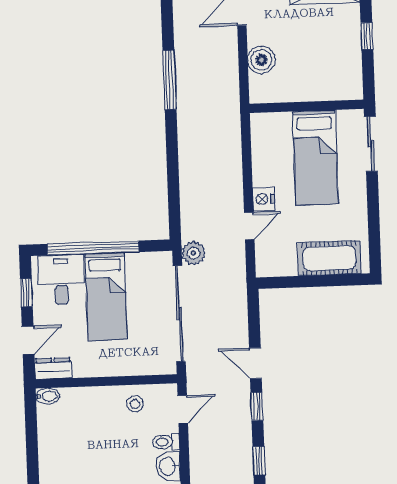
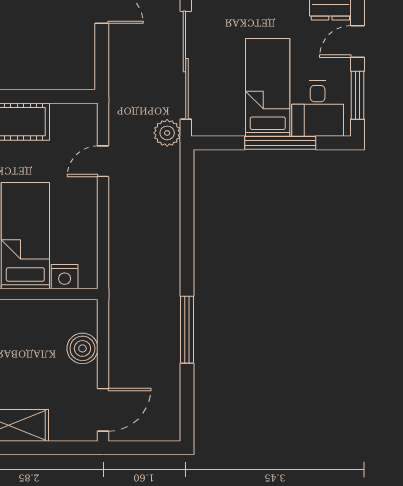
nightstand: (264, 199) -> (65, 277), moved, turned 90
window: (93, 248) -> (280, 143), width x0.68
window: (26, 293) -> (358, 95), width x1.50

